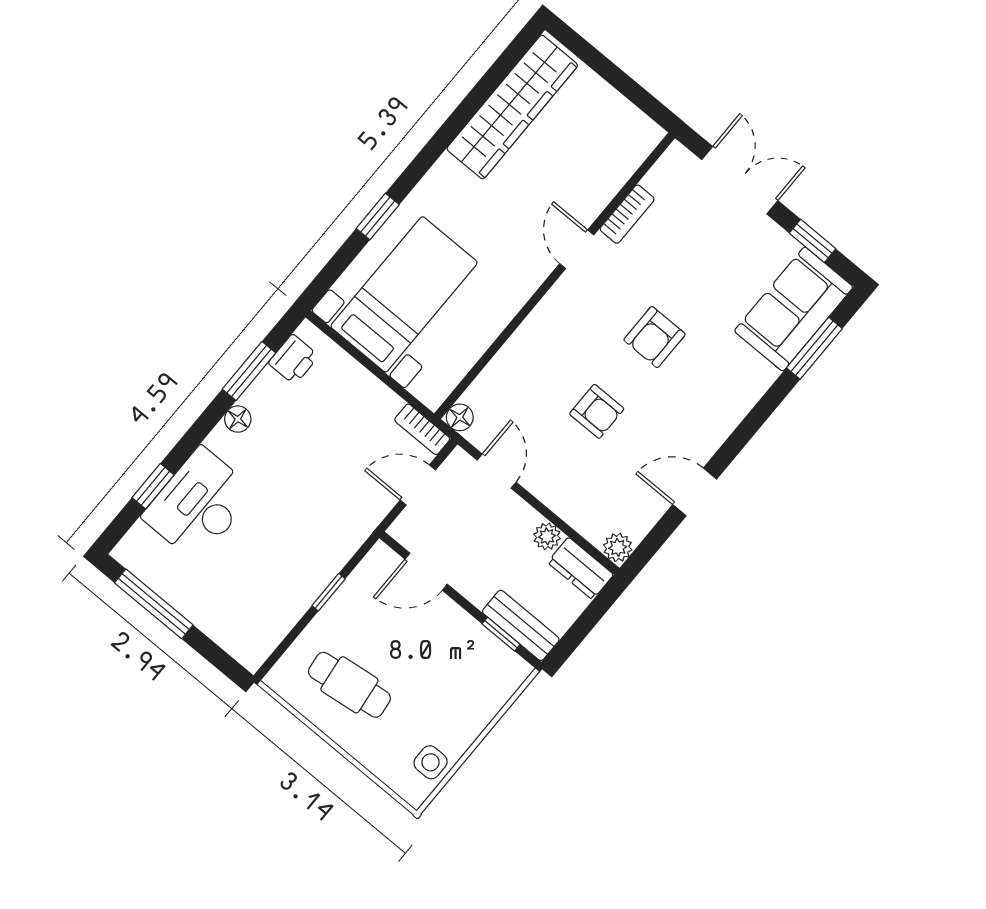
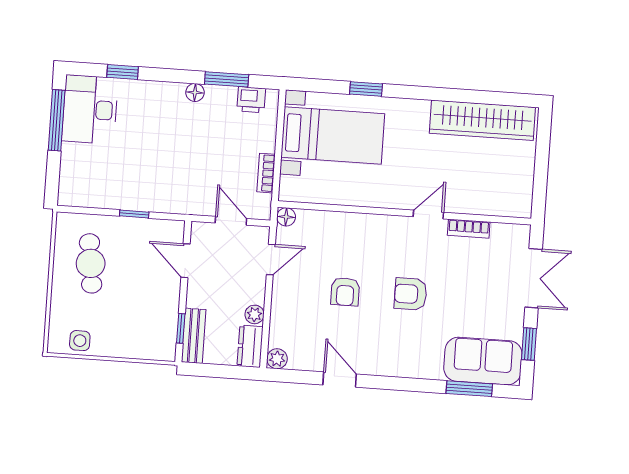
bookcase: (422, 429) -> (266, 173), moved
desk: (199, 504) -> (90, 109), moved, turned -90

